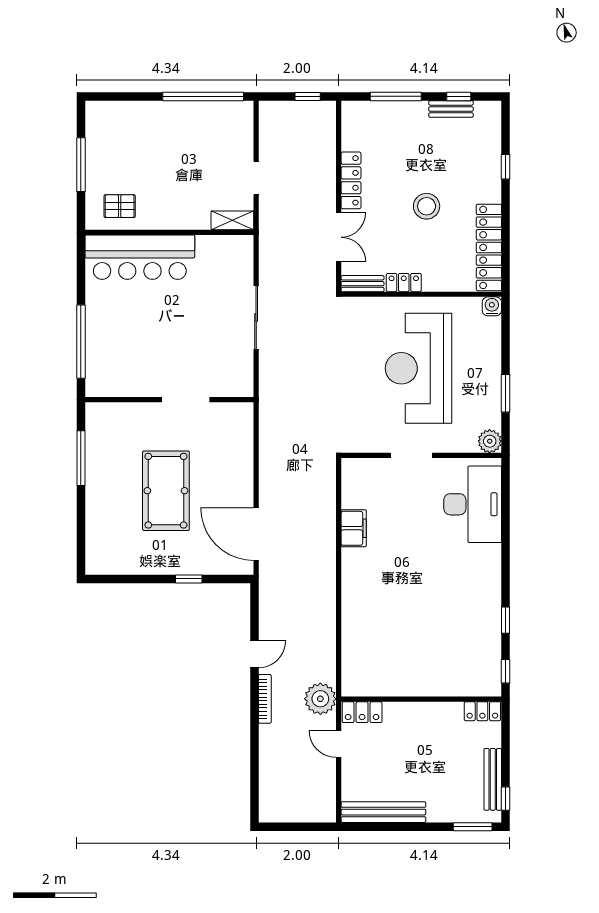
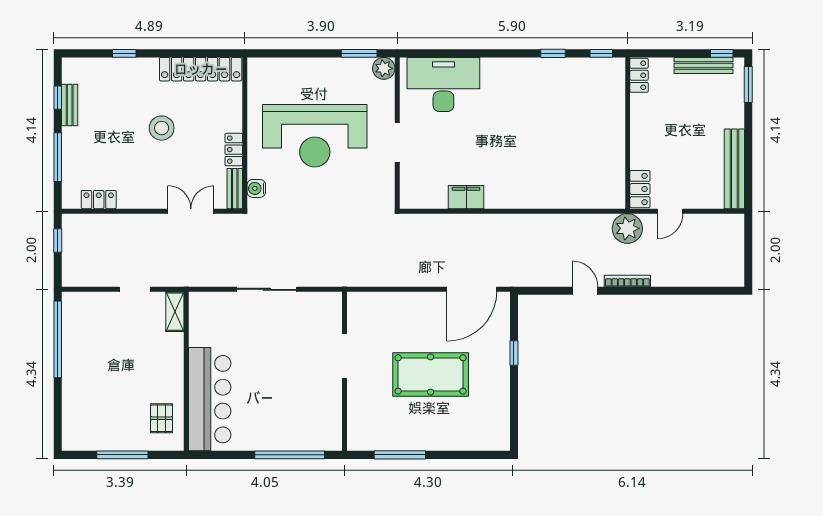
locker: (351, 180) -> (99, 200), moved, width x0.66
water cooler: (492, 306) -> (256, 188), moved
window: (506, 393) -> (359, 53), moved

